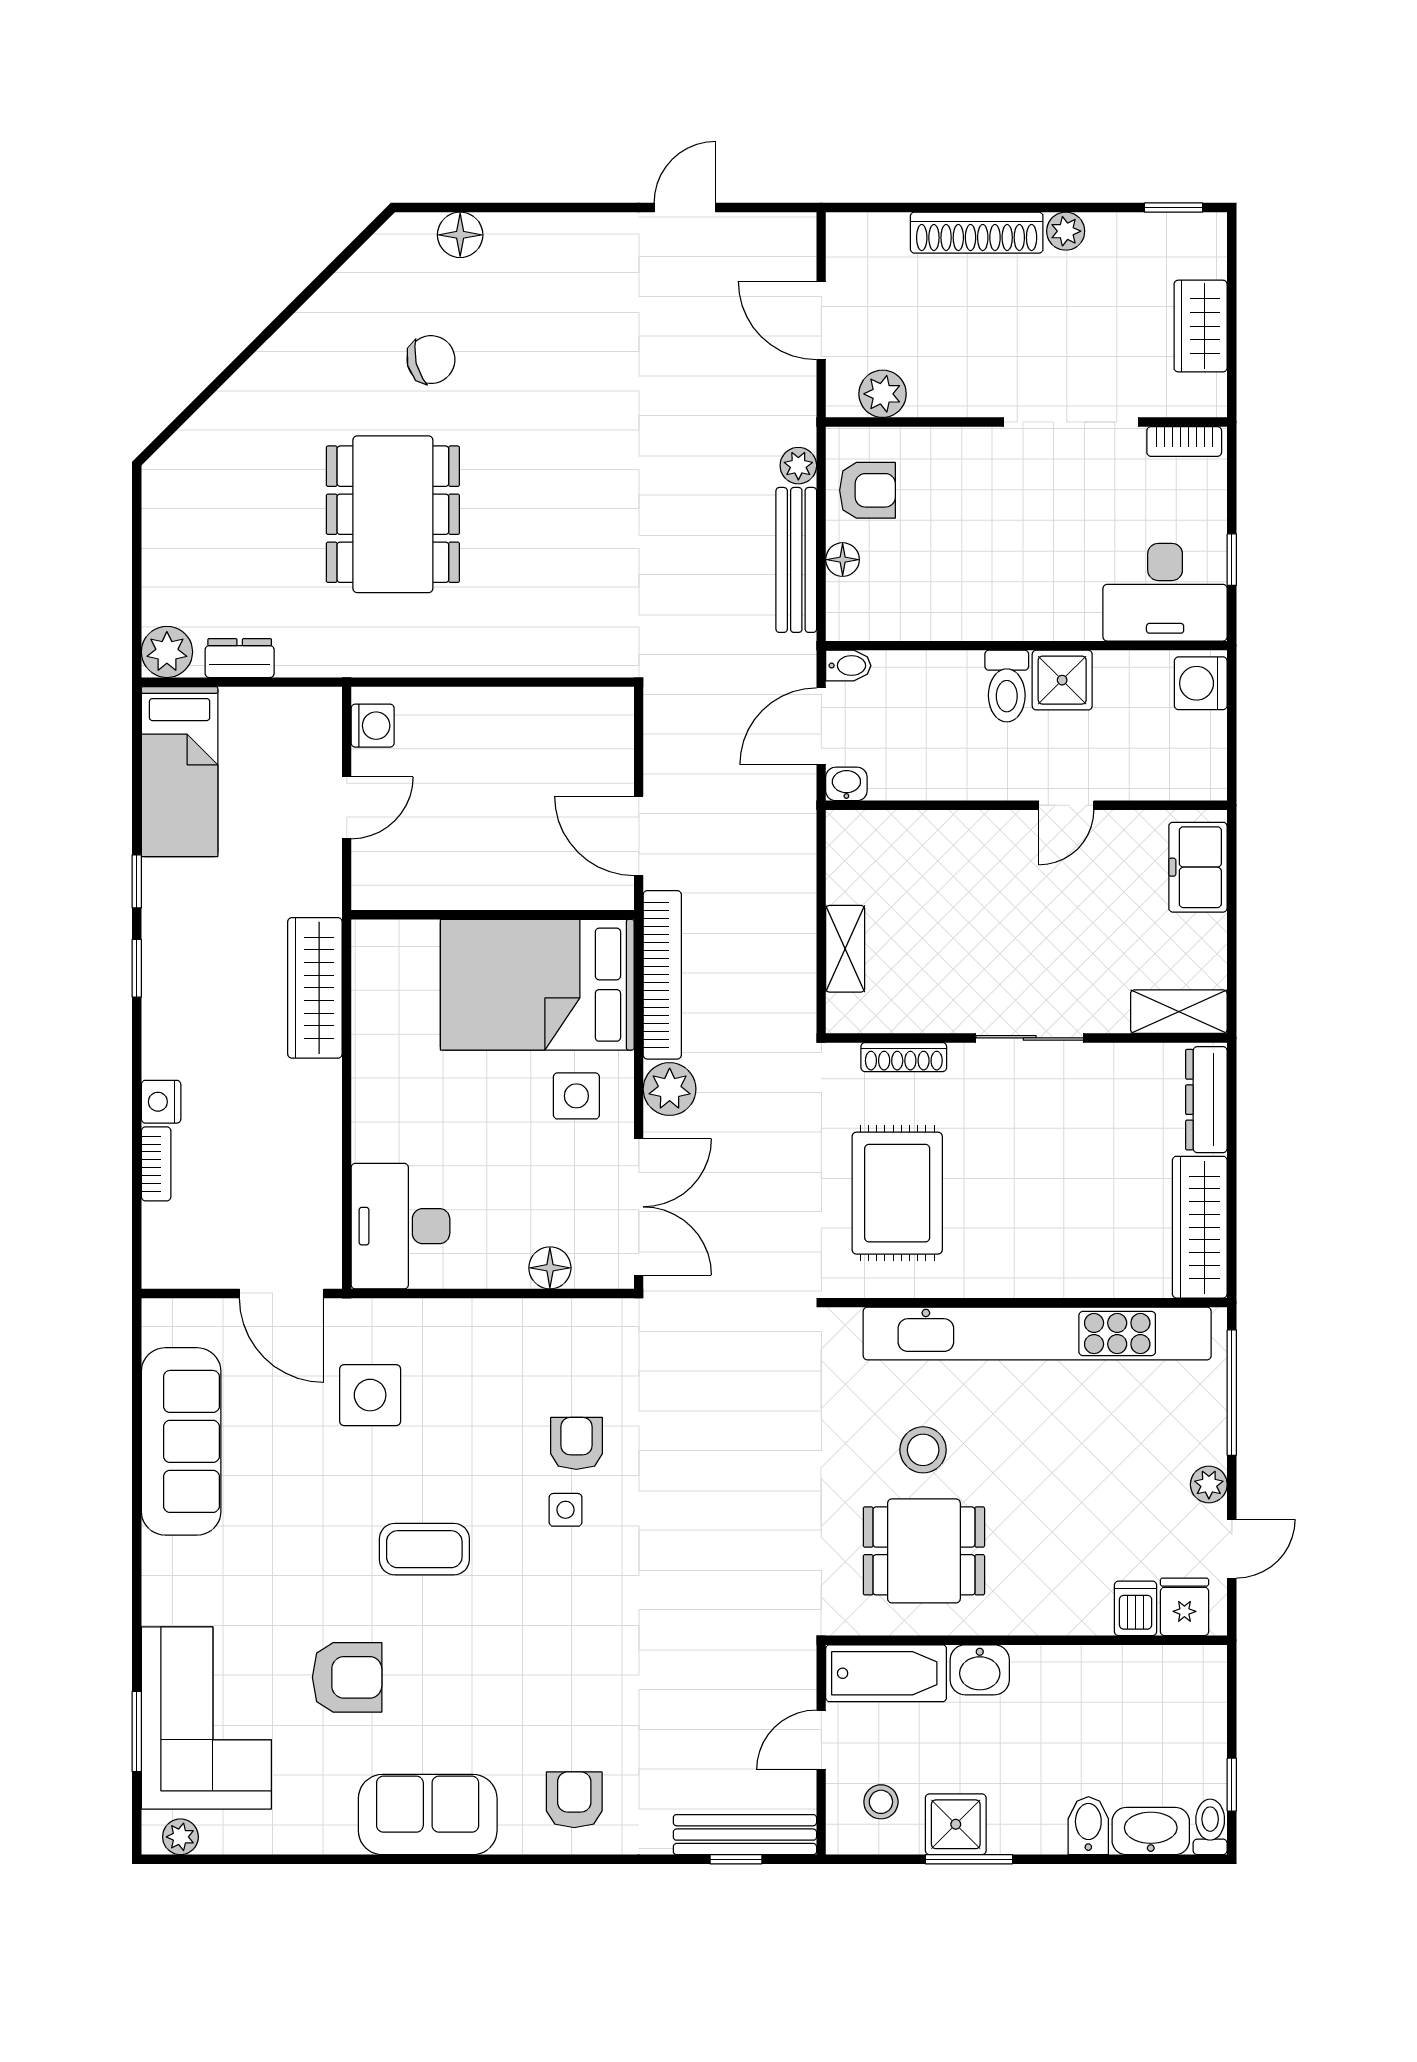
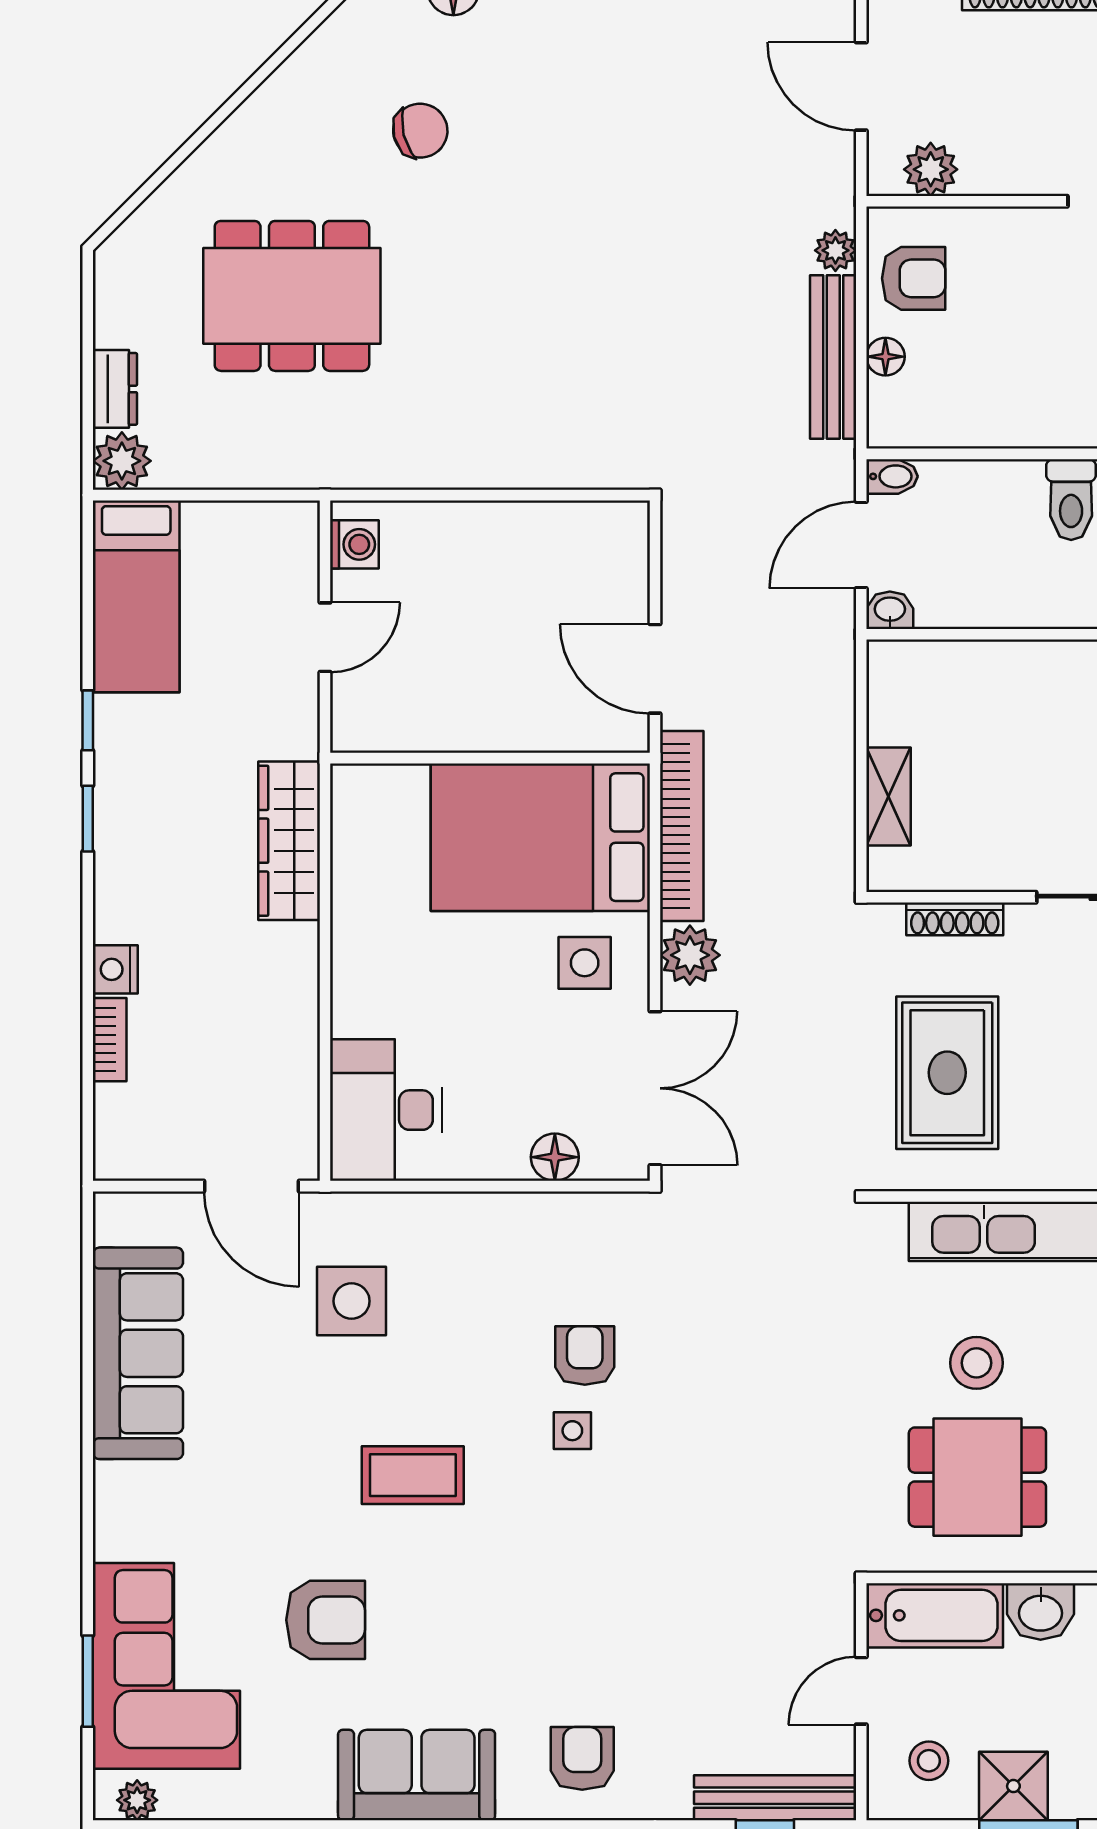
dining table: (393, 514) -> (292, 296), moved, turned 90
dresser: (240, 658) -> (115, 389), moved, turned 90

